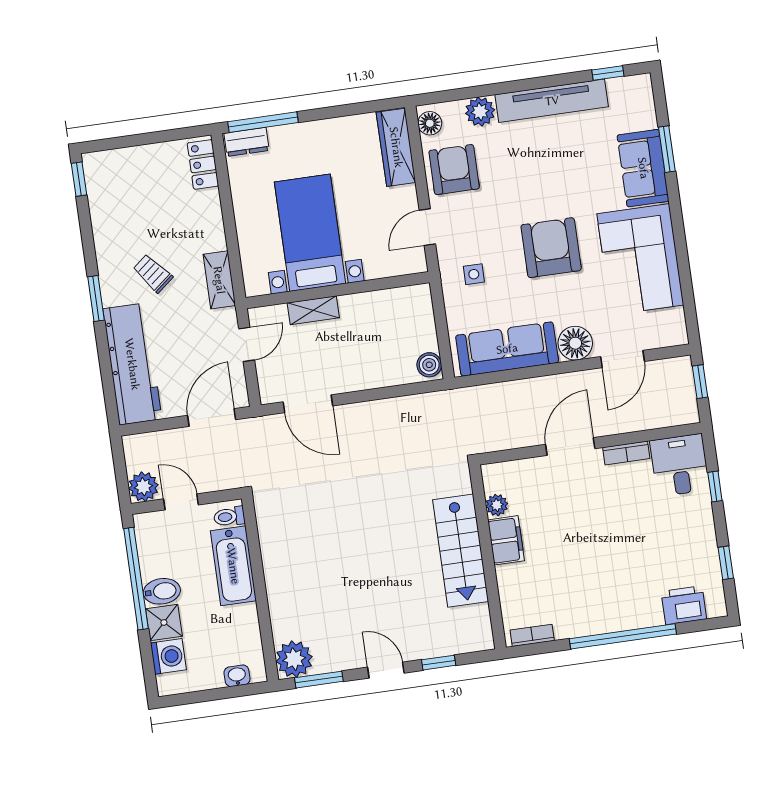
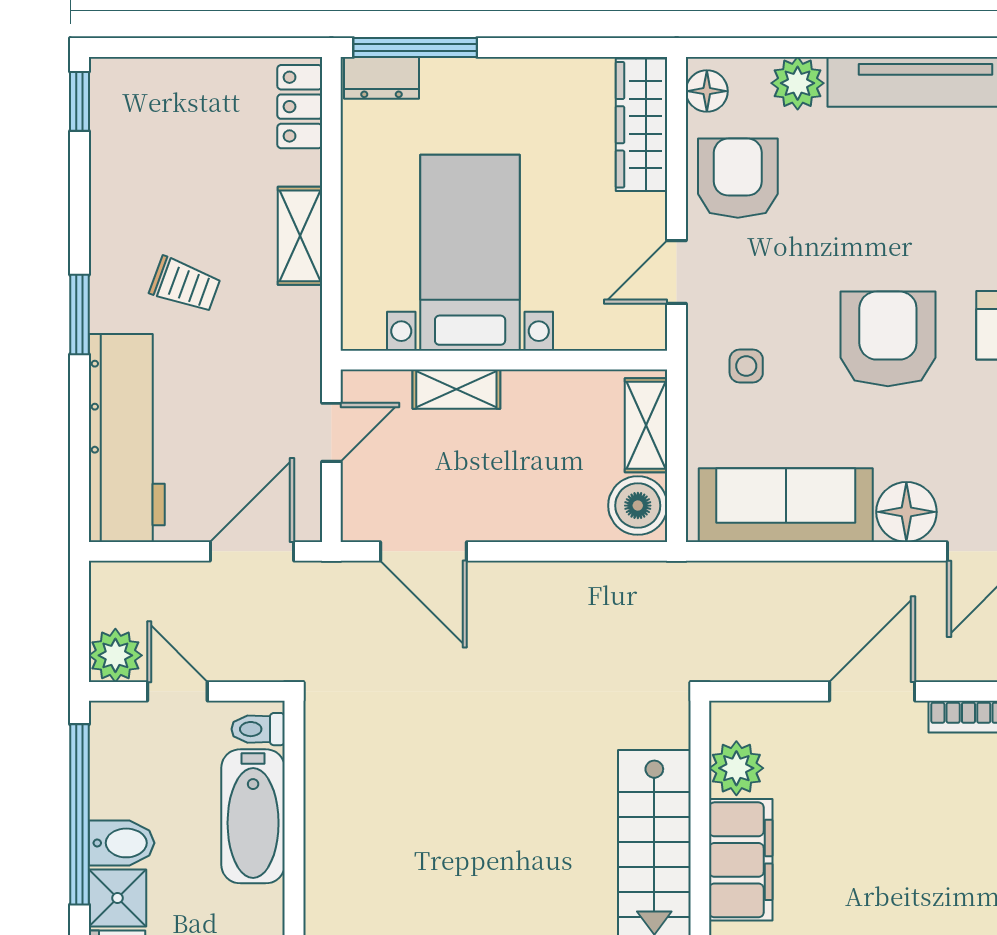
trolley: (153, 273) -> (185, 285), turned 149
shelving: (219, 280) -> (300, 236), moved
shelving: (422, 315) -> (646, 425), added
boiler: (429, 365) -> (638, 506), width x1.36, depth x1.36
plant: (497, 505) -> (736, 768), width x1.38, depth x1.38
filing cabinet: (506, 540) -> (741, 860), width x1.50, depth x1.17

